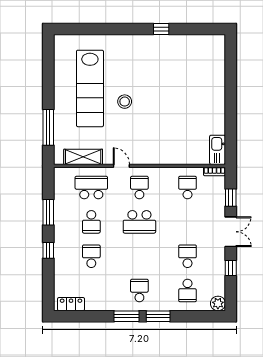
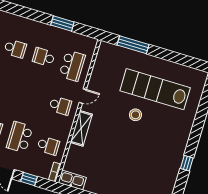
shelving: (83, 157) -> (81, 128), moved
school desk: (139, 222) -> (20, 137), moved
window: (48, 250) -> (31, 14), removed

